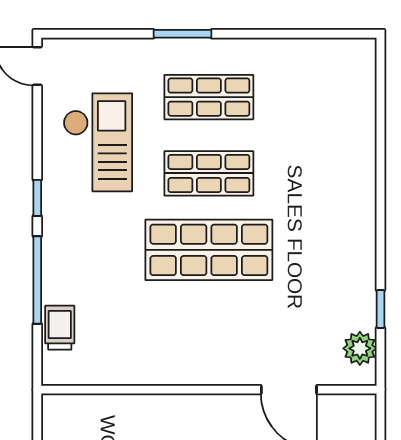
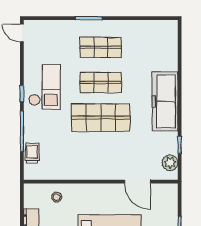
checkout: (98, 142) -> (45, 87), moved
freezer: (349, 215) -> (165, 101), added
stool: (113, 423) -> (57, 197), added

